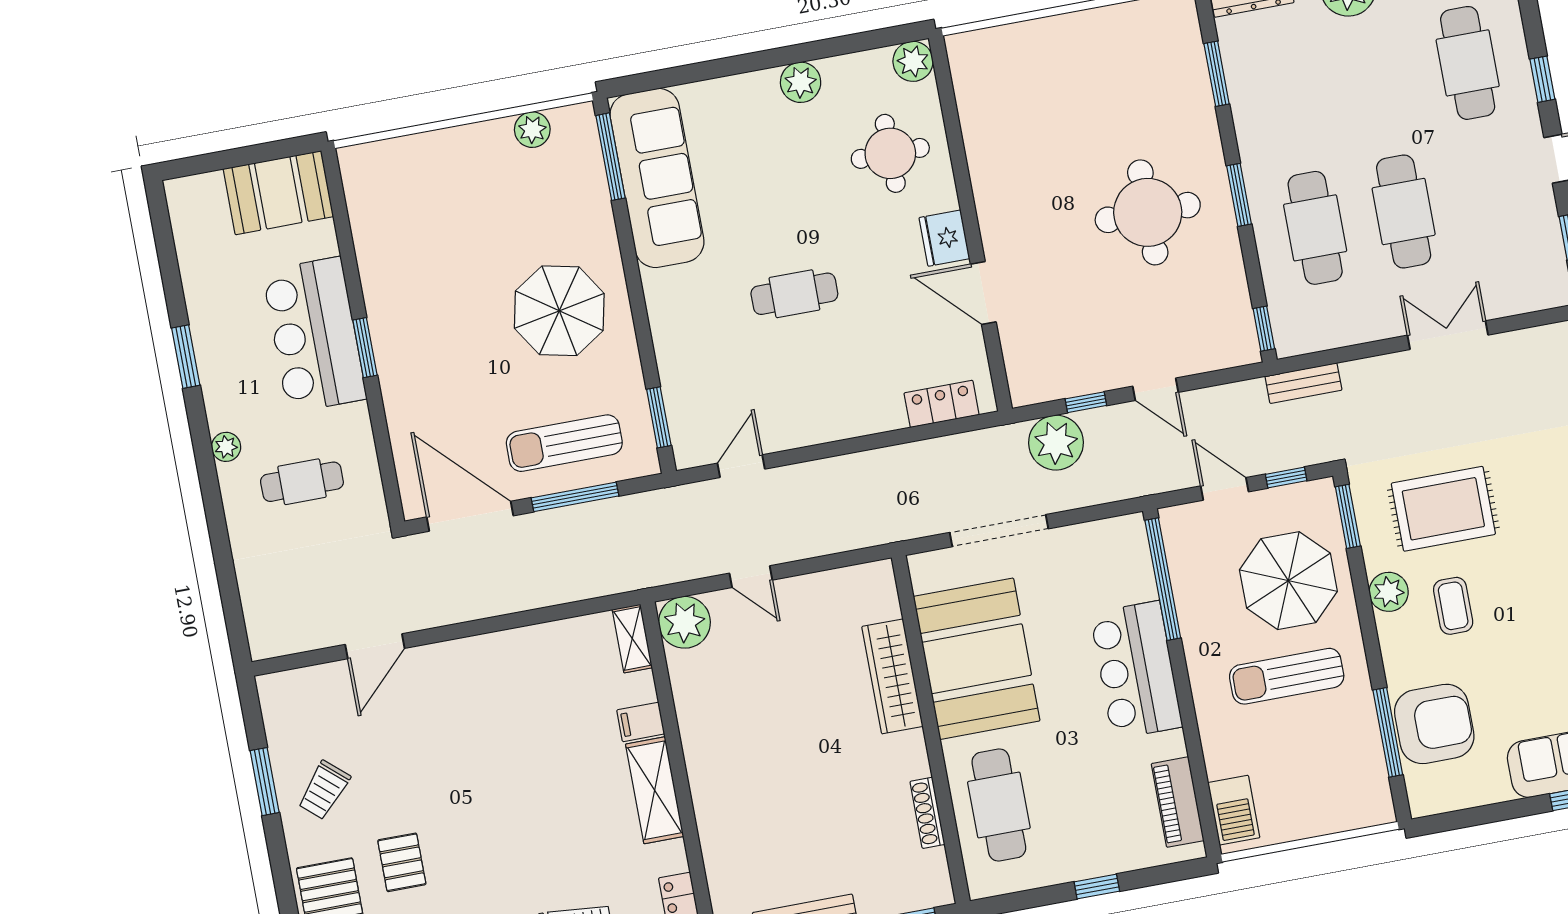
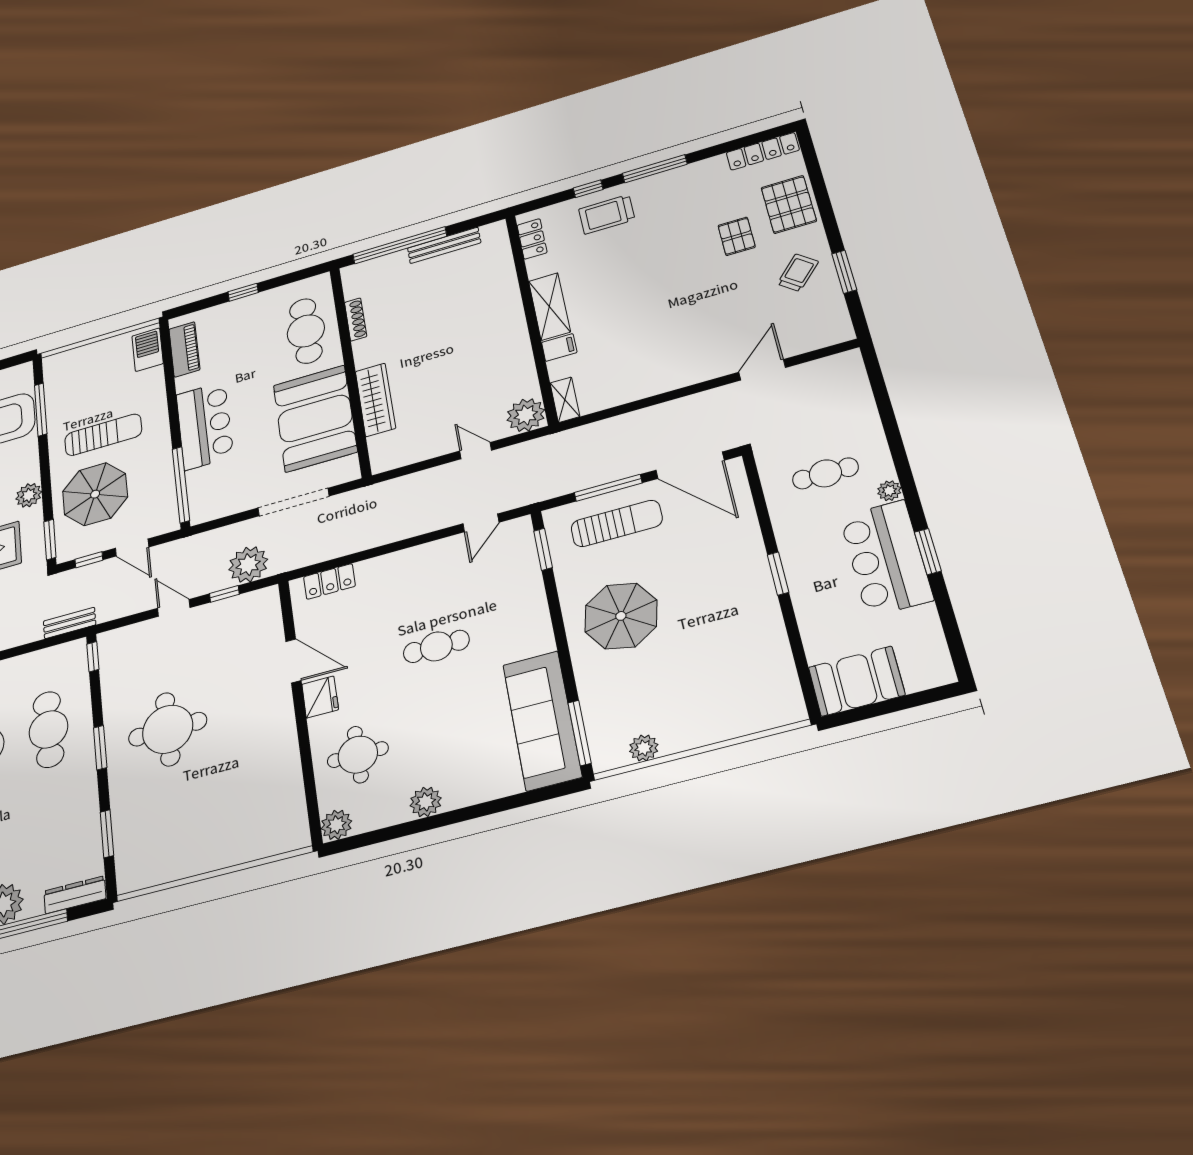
bar counter: (314, 335) -> (886, 558), moved, turned 180

